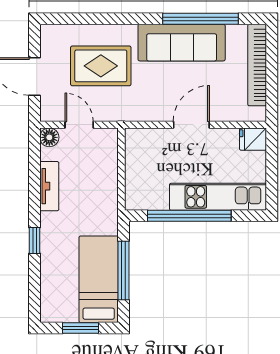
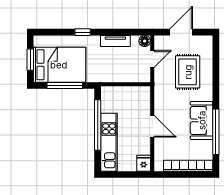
sofa: (182, 43) -> (202, 120), width x0.73
bed: (99, 279) -> (59, 65), width x1.50

